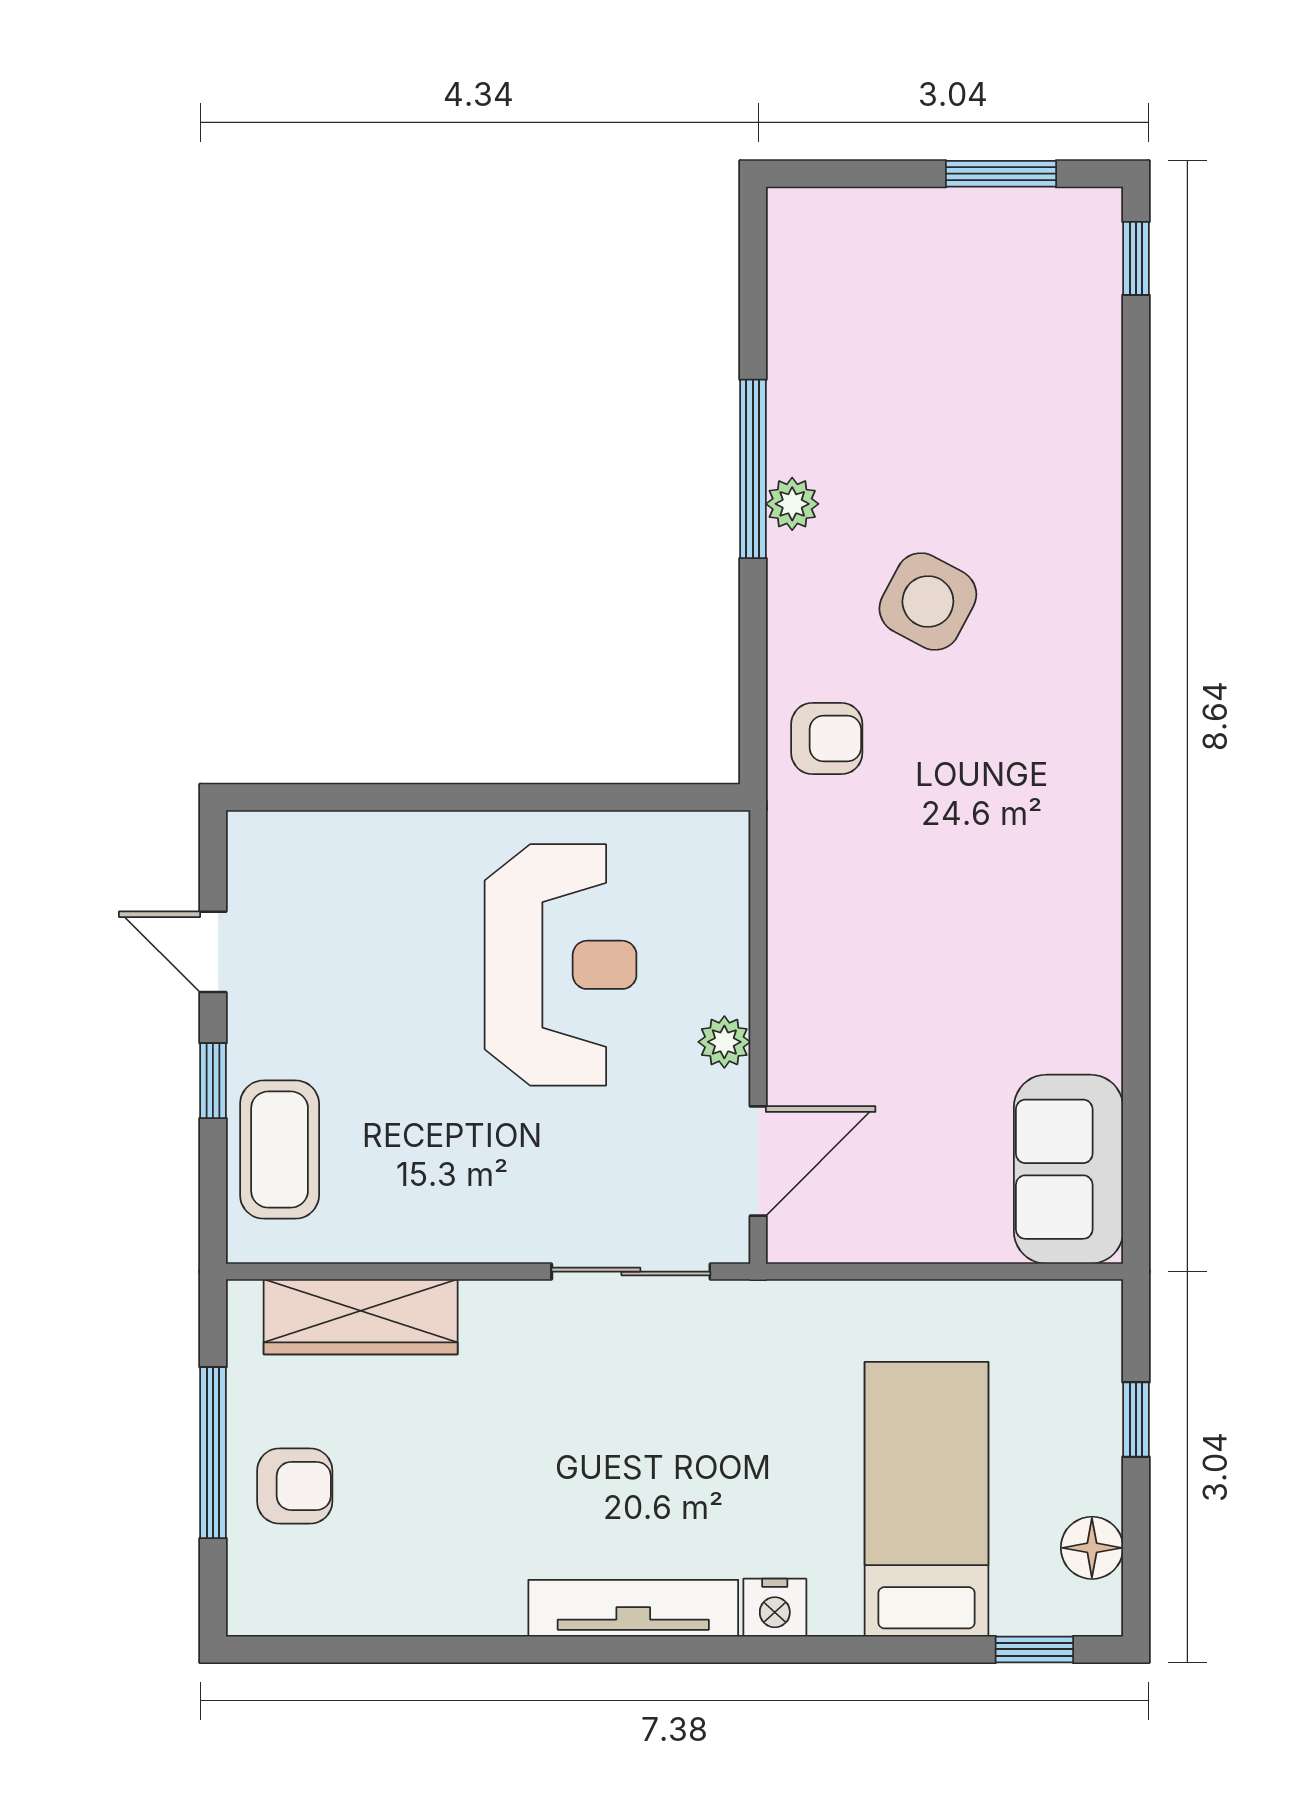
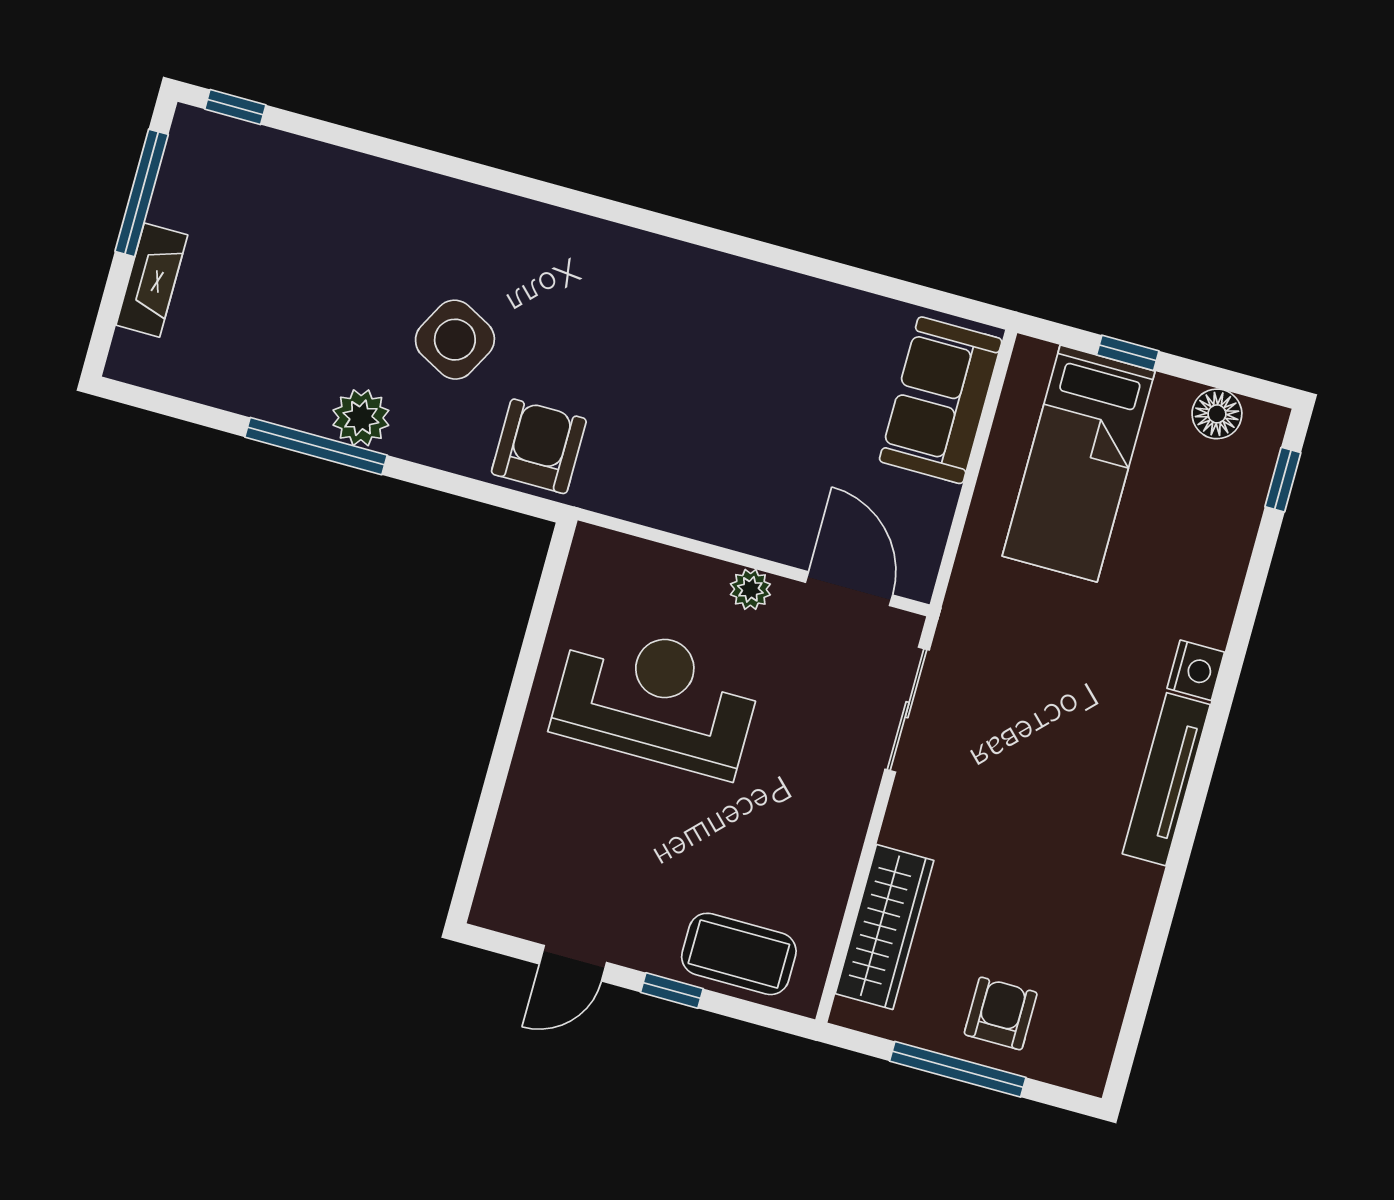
window: (1001, 174) -> (142, 193), width x1.44
fireplace: (899, 215) -> (152, 280), added
plant: (792, 504) -> (361, 418), width x1.38, depth x1.38
armchair: (827, 738) -> (539, 446), width x1.38, depth x1.38
sofa: (1068, 1169) -> (941, 400), moved, turned 90
bed: (927, 1499) -> (1079, 464), moved, turned -90

